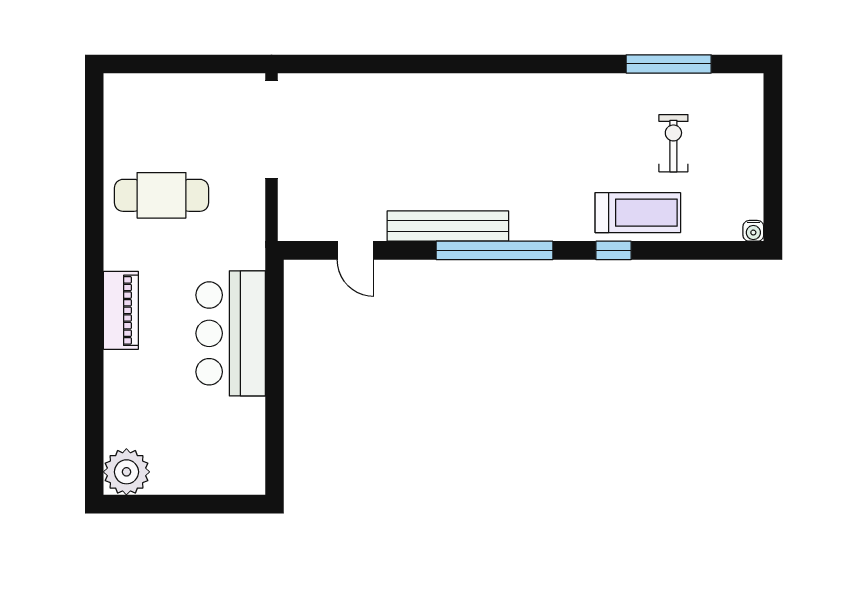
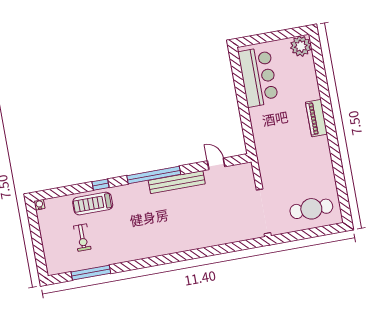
cafe table: (161, 195) -> (311, 209), moved
bar counter: (231, 333) -> (258, 77), moved

